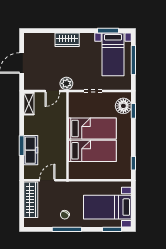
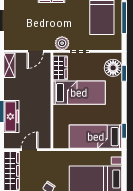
plant: (66, 83) -> (62, 43), moved
wardrobe: (75, 106) -> (60, 68), added
bed: (92, 151) -> (96, 137), moved, turned 180

